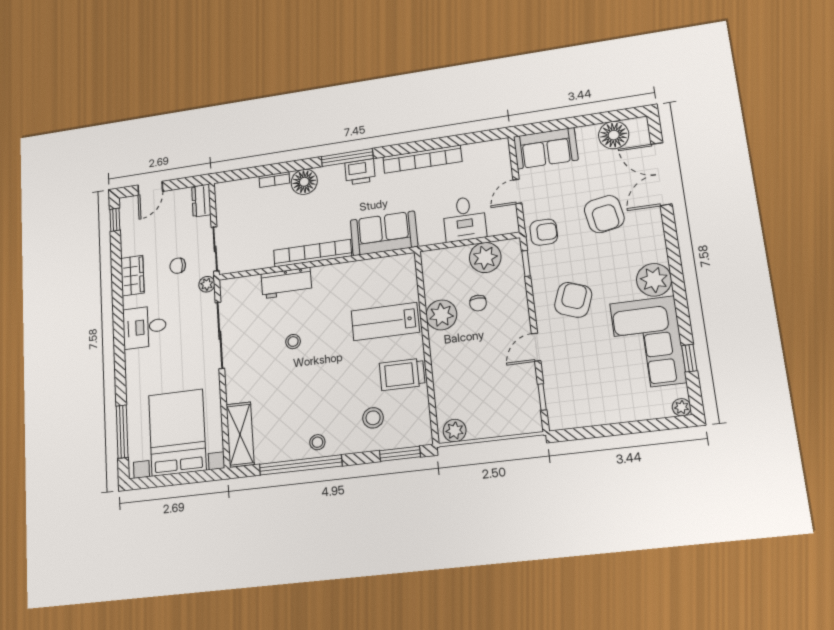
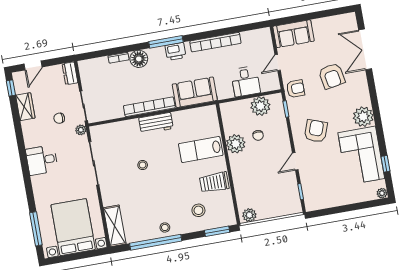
floor lamp: (614, 135) -> (335, 24), removed
wardrobe: (132, 276) -> (25, 107), moved
workbench: (286, 283) -> (156, 123), moved

